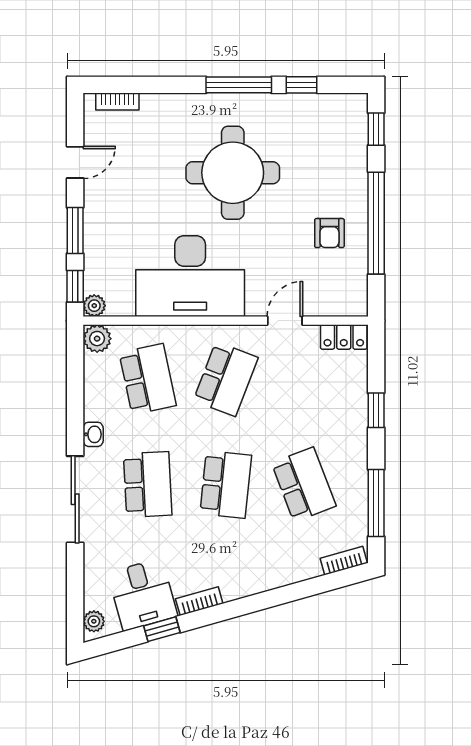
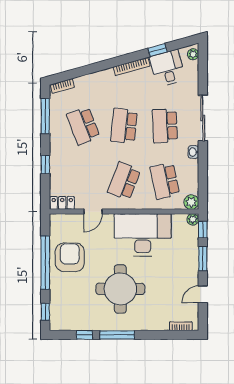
armchair: (329, 233) -> (70, 257), width x1.88, depth x1.88
bookcase: (199, 601) -> (132, 67), width x1.56

